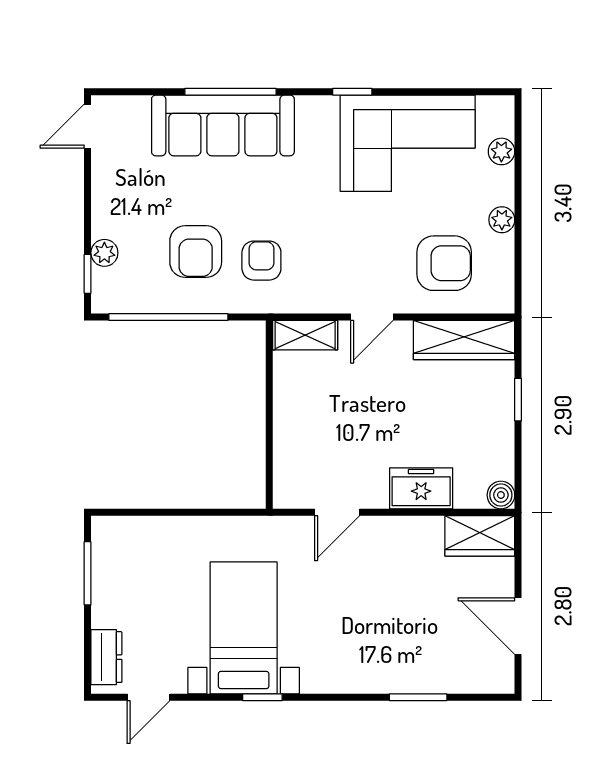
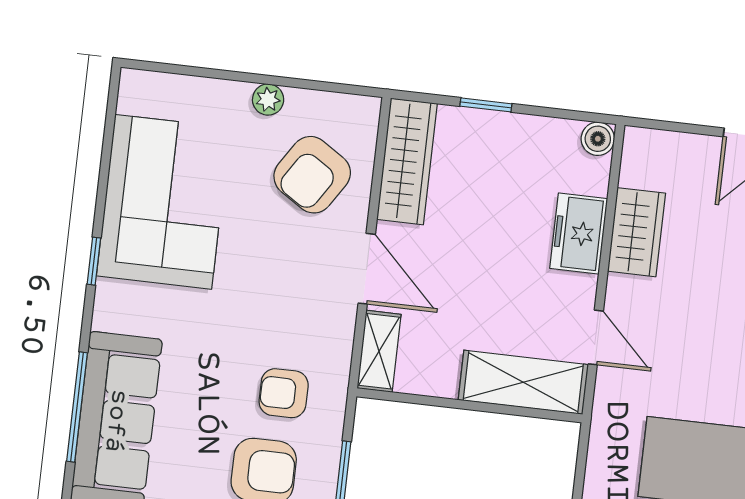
plant: (501, 151) -> (186, 90), removed
armchair: (444, 263) -> (312, 175), turned -147
door: (372, 317) -> (367, 269), width x1.38
shelving: (293, 457) -> (523, 382), added
wardrobe: (480, 536) -> (637, 232), moved

